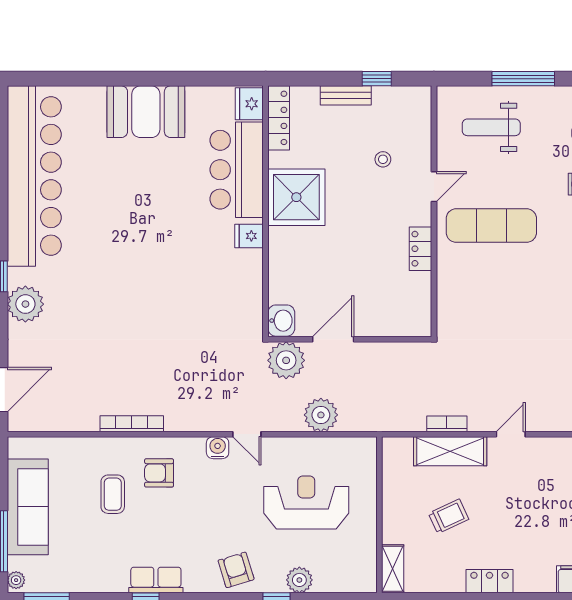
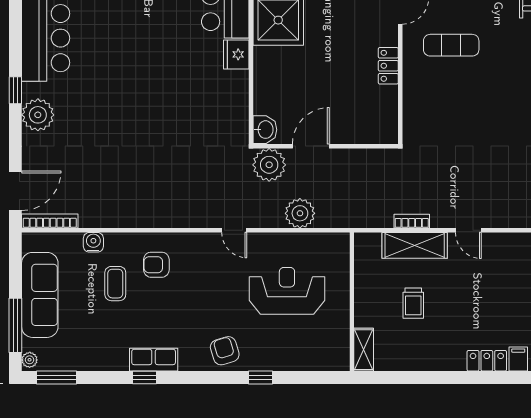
exercise mat: (491, 226) -> (451, 45), width x0.73, depth x0.69
fridge: (249, 236) -> (236, 54), width x1.38
bookcase: (132, 424) -> (50, 221), moved
door: (511, 434) -> (468, 230), swing flipped
water cooler: (218, 448) -> (93, 242), moved
trolley: (449, 516) -> (413, 303), turned 115
plant: (299, 580) -> (281, 360), removed
locker: (490, 581) -> (487, 361), moved

